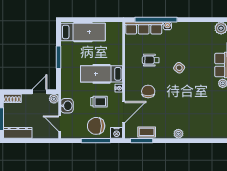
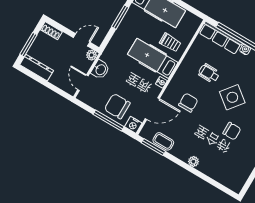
side table: (179, 68) -> (232, 97), width x1.87, depth x1.87
chair: (194, 94) -> (232, 131), added
trolley: (99, 102) -> (170, 42), moved

